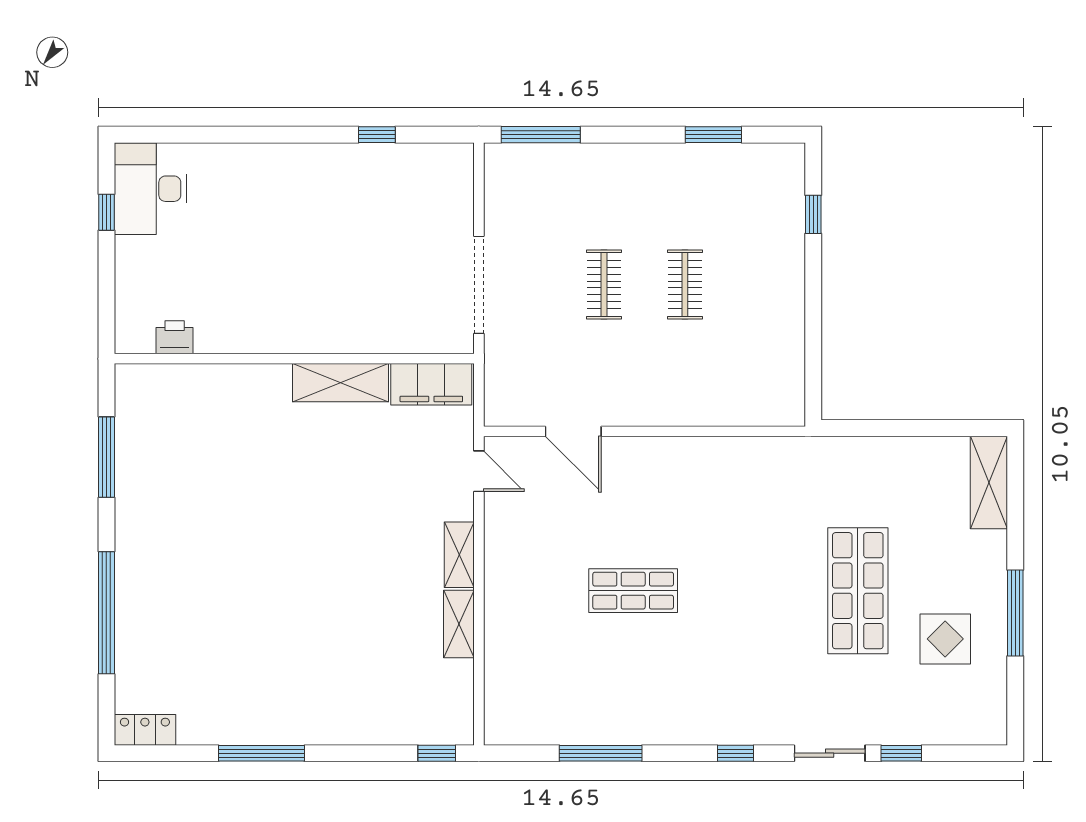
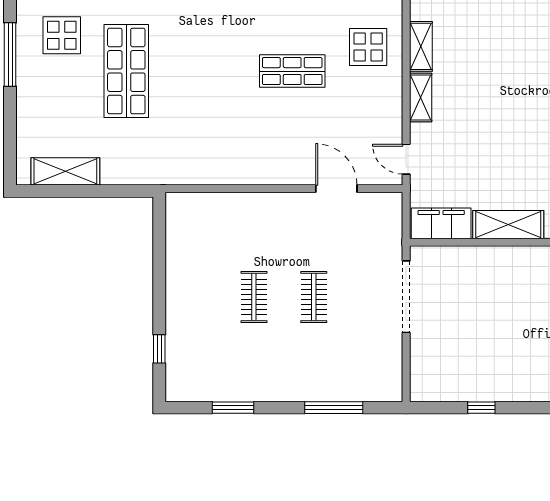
window: (541, 135) -> (334, 408), moved
shelving: (989, 482) -> (65, 171), moved, turned 90
display table: (530, 623) -> (368, 47), added

